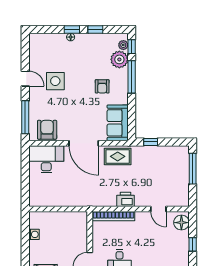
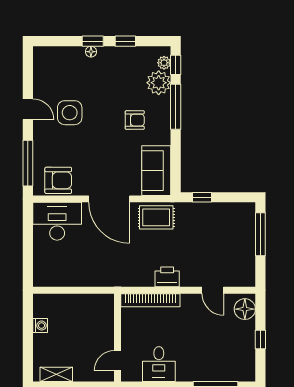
armchair: (102, 86) -> (135, 120), turned -90
armchair: (47, 130) -> (58, 180), turned 90

